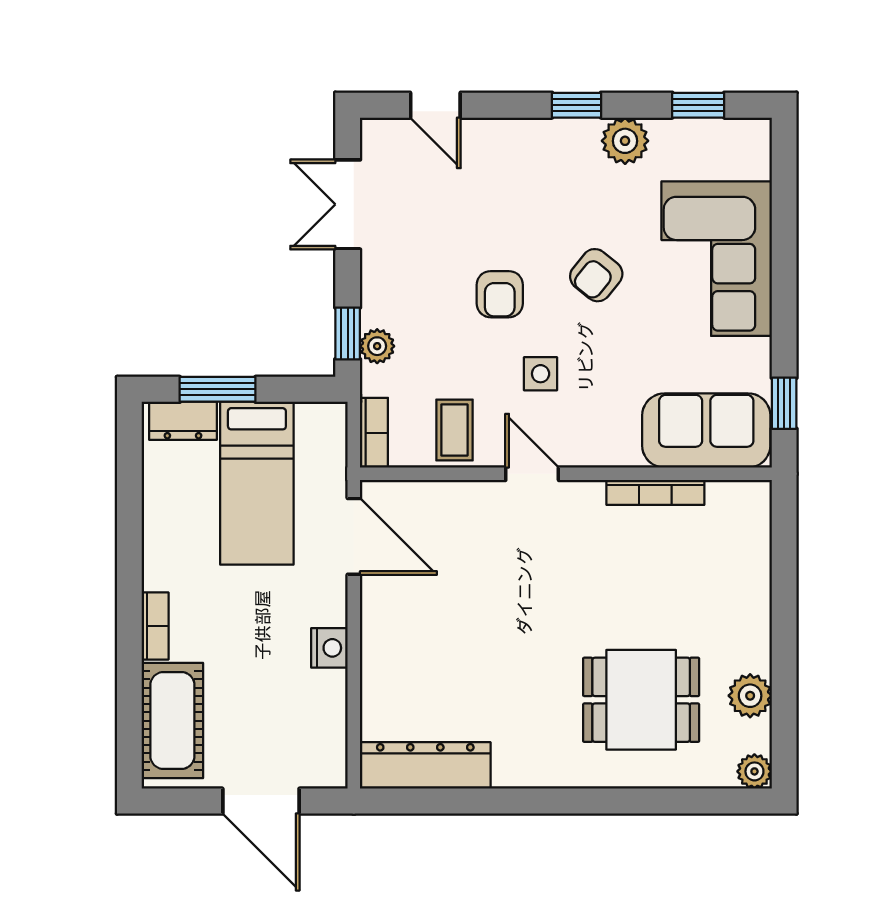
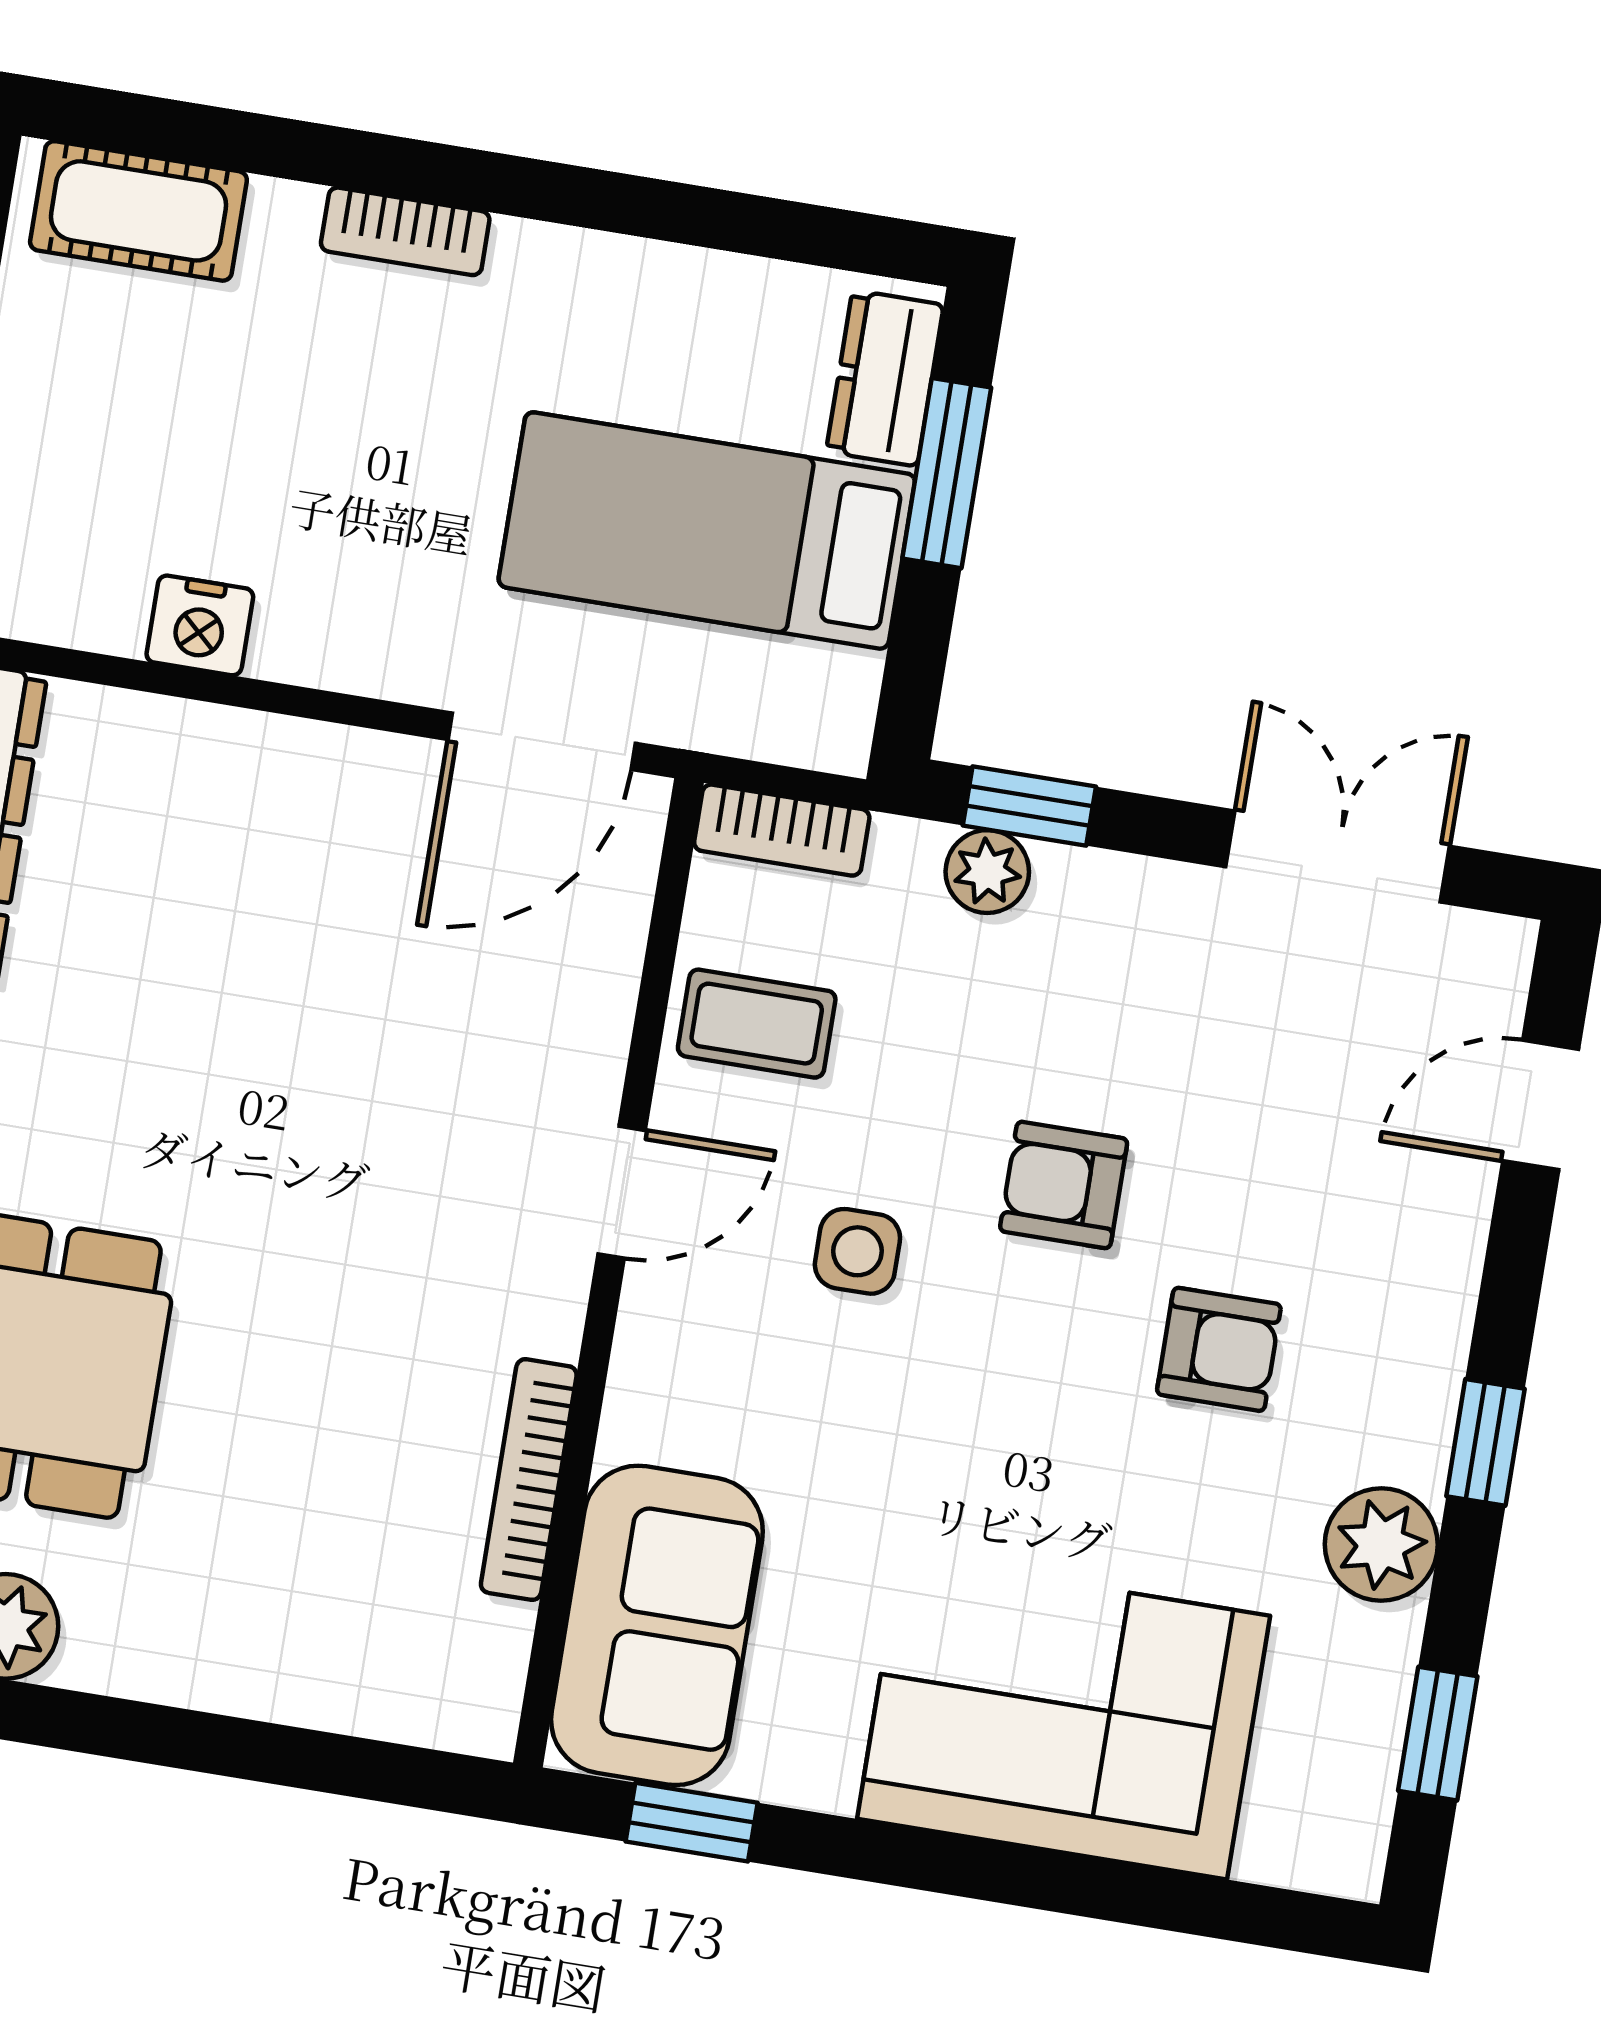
armchair: (596, 275) -> (1219, 1349), moved, turned 141
nightstand: (329, 648) -> (200, 625), moved
cot: (172, 721) -> (138, 211), width x0.73, depth x0.75

